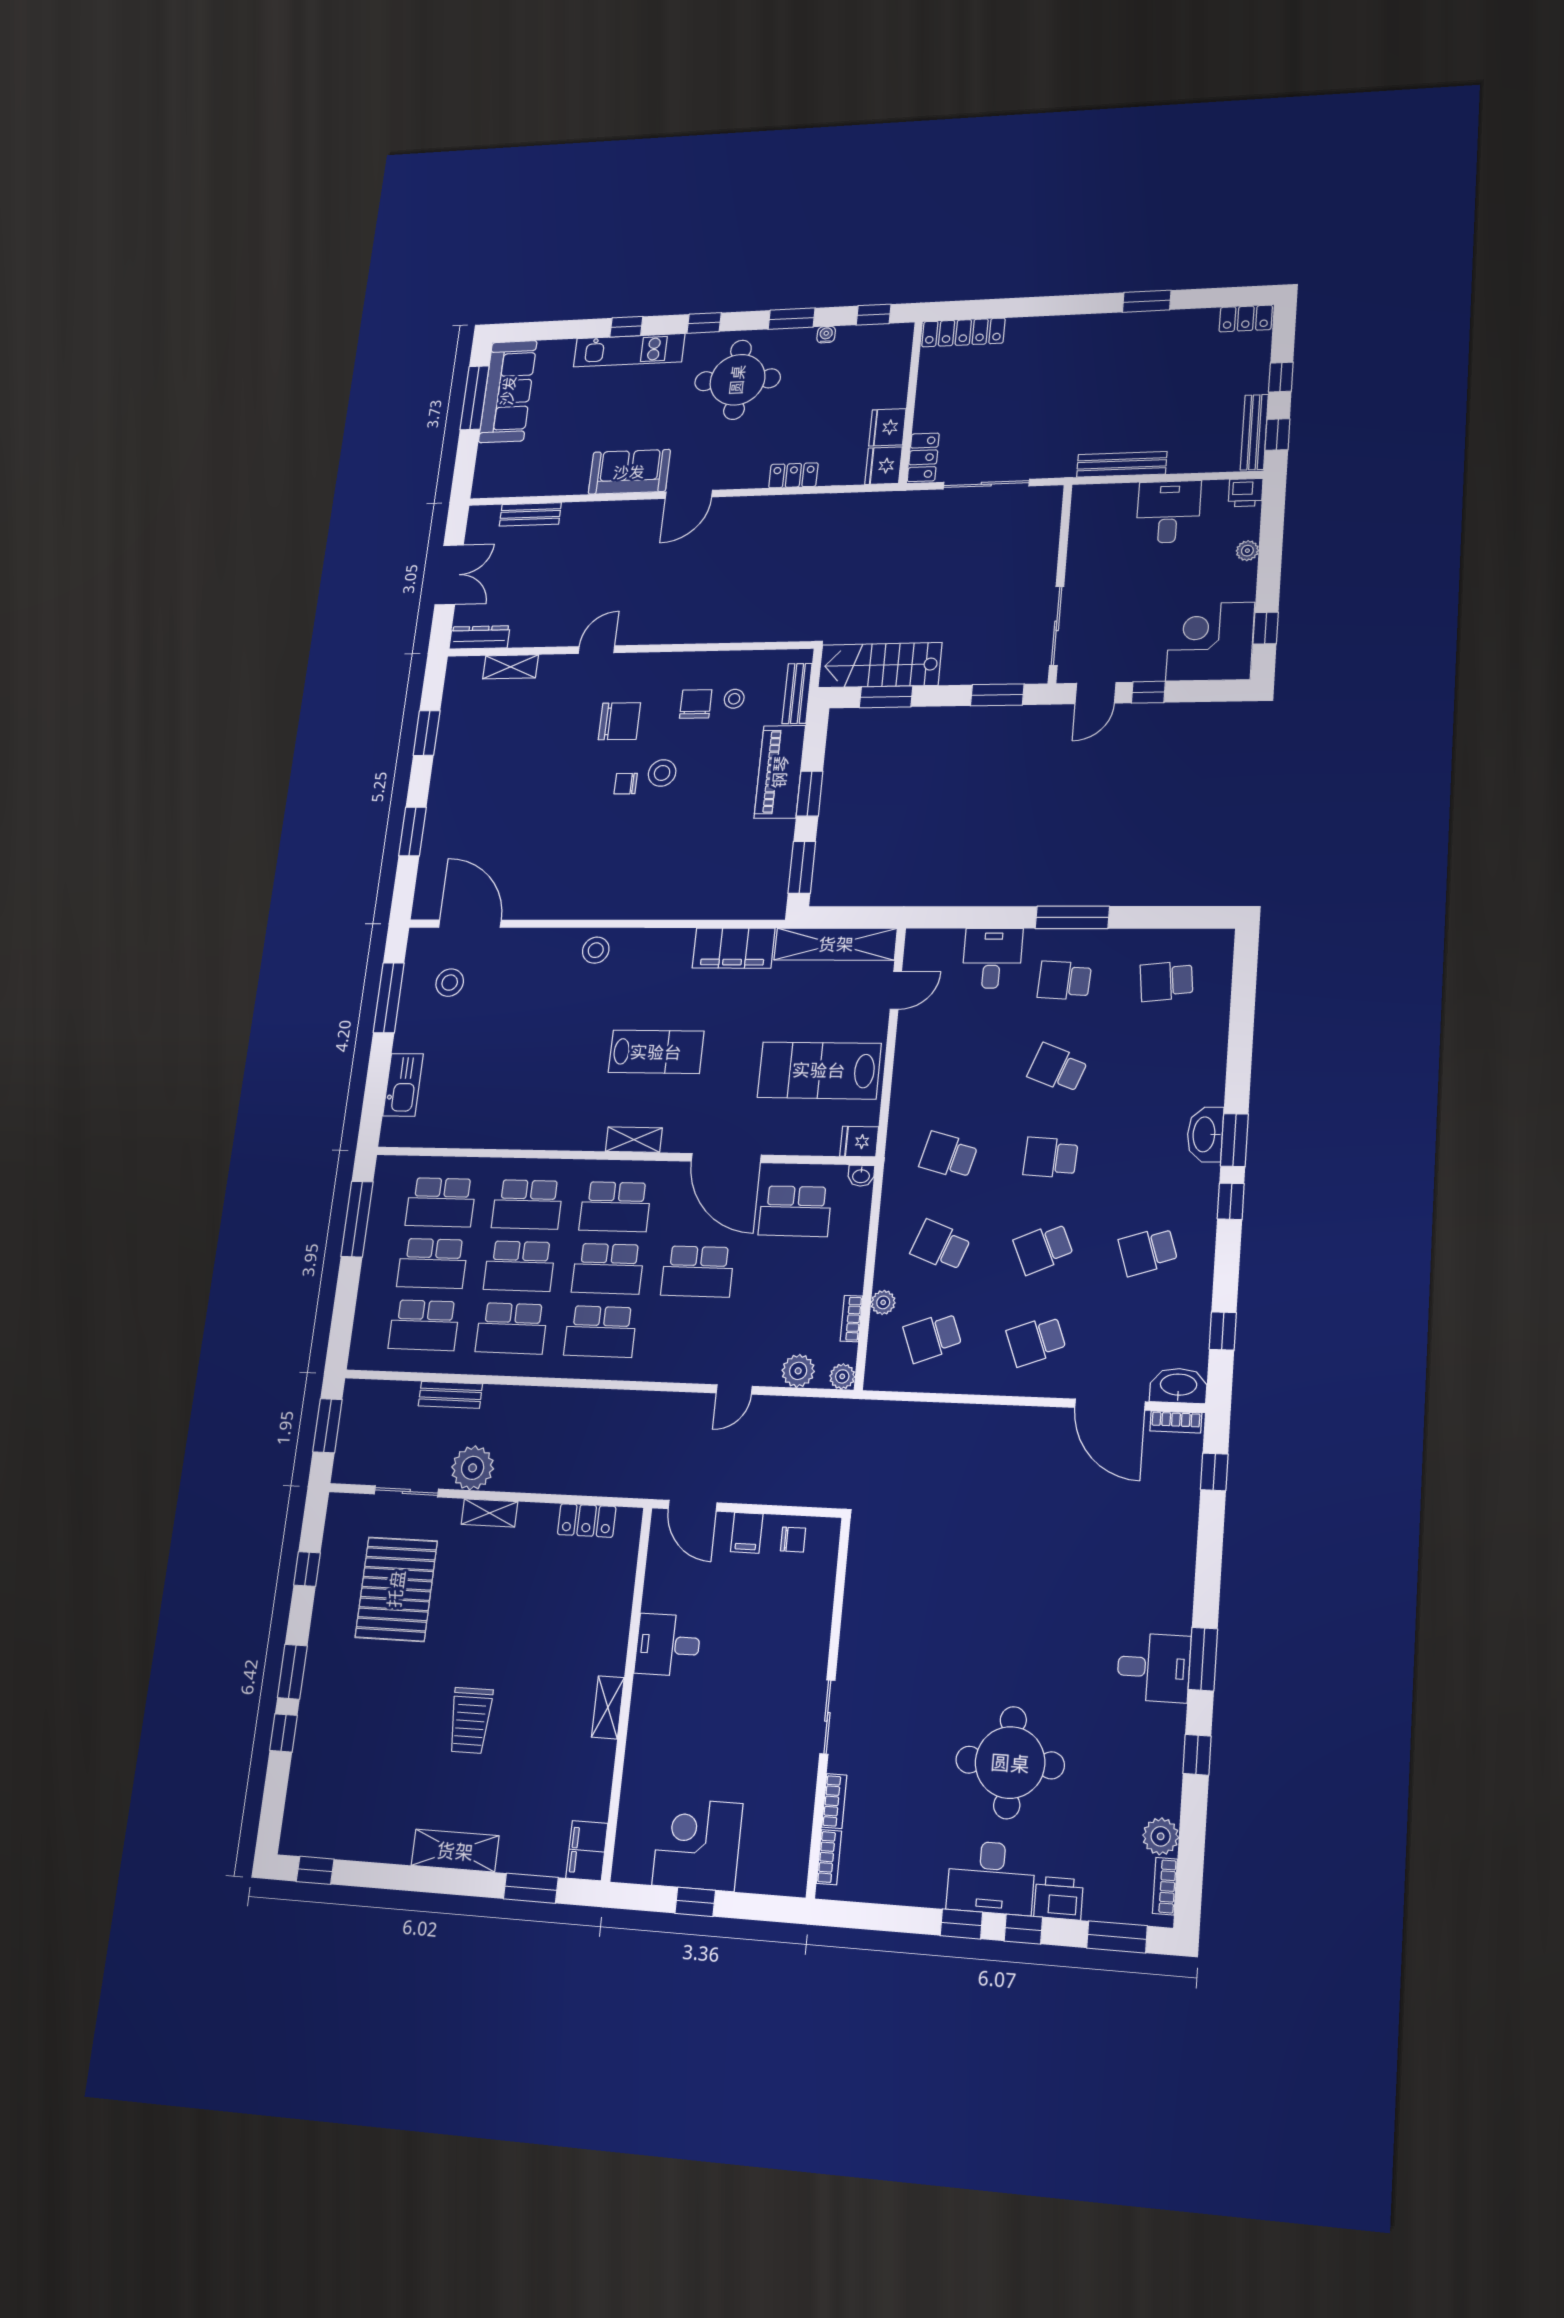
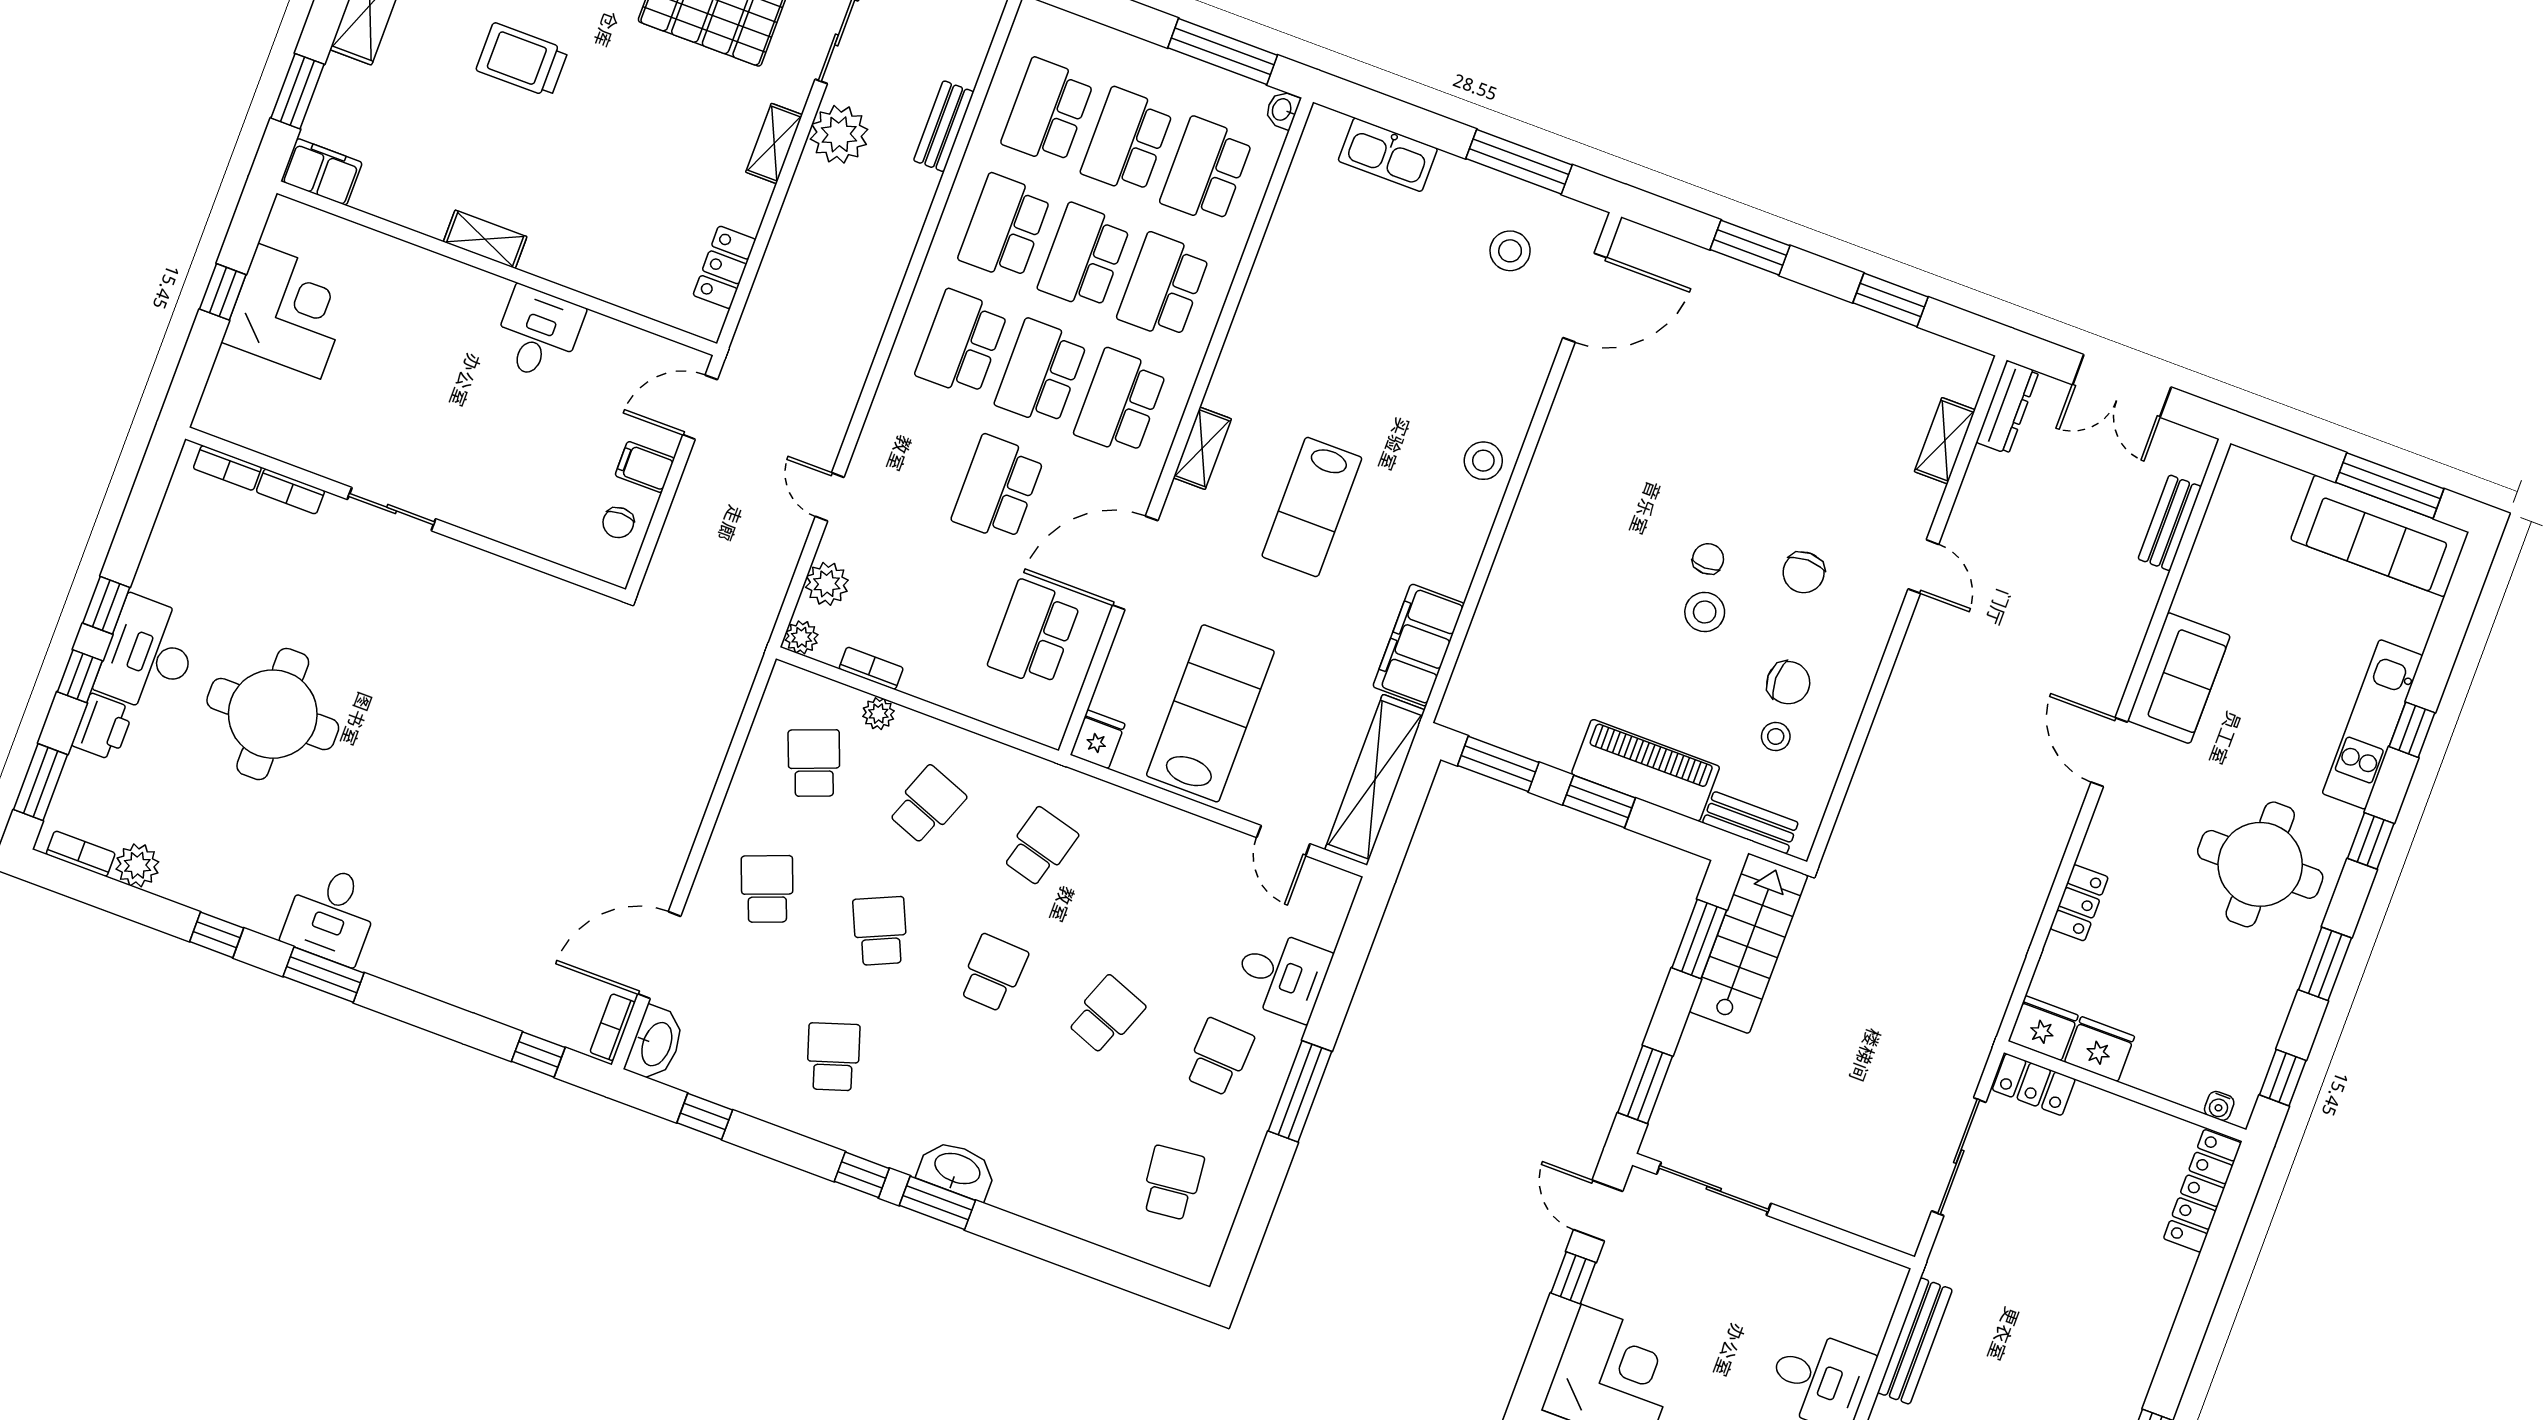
water cooler: (826, 335) -> (2219, 1106), moved, turned 90
chair: (619, 721) -> (1804, 572), width x0.73, depth x0.73
washbasin: (861, 1176) -> (1282, 110), moved

